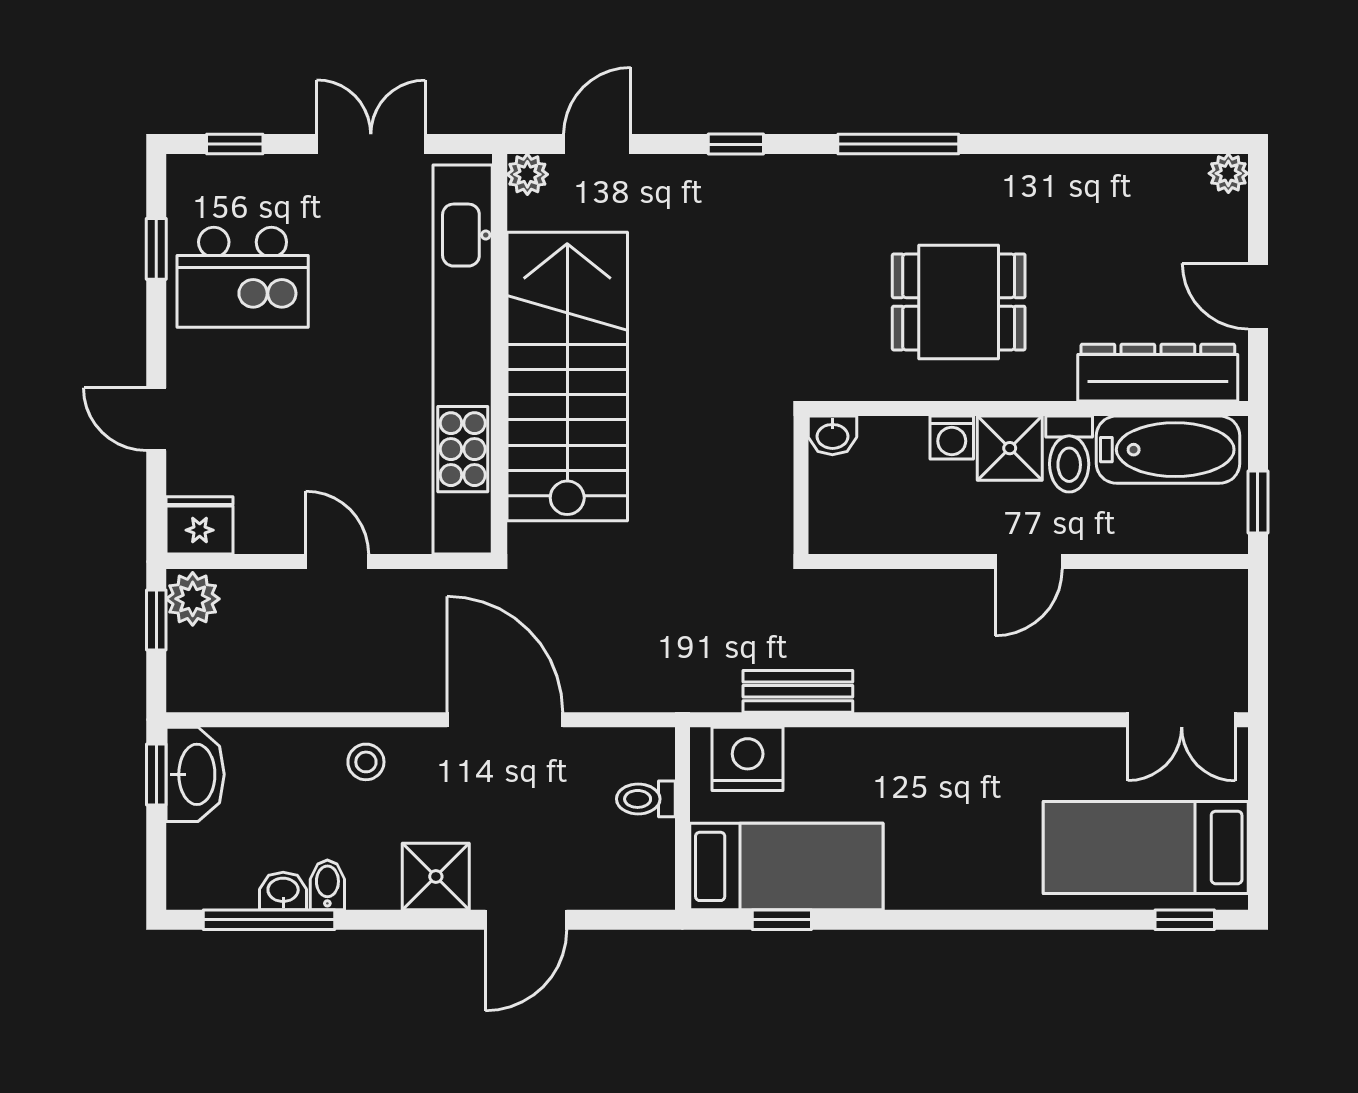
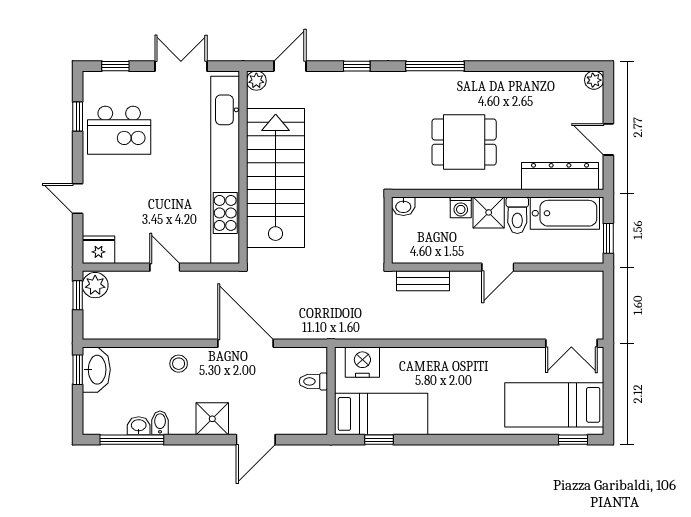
bench: (798, 691) -> (423, 281), moved

